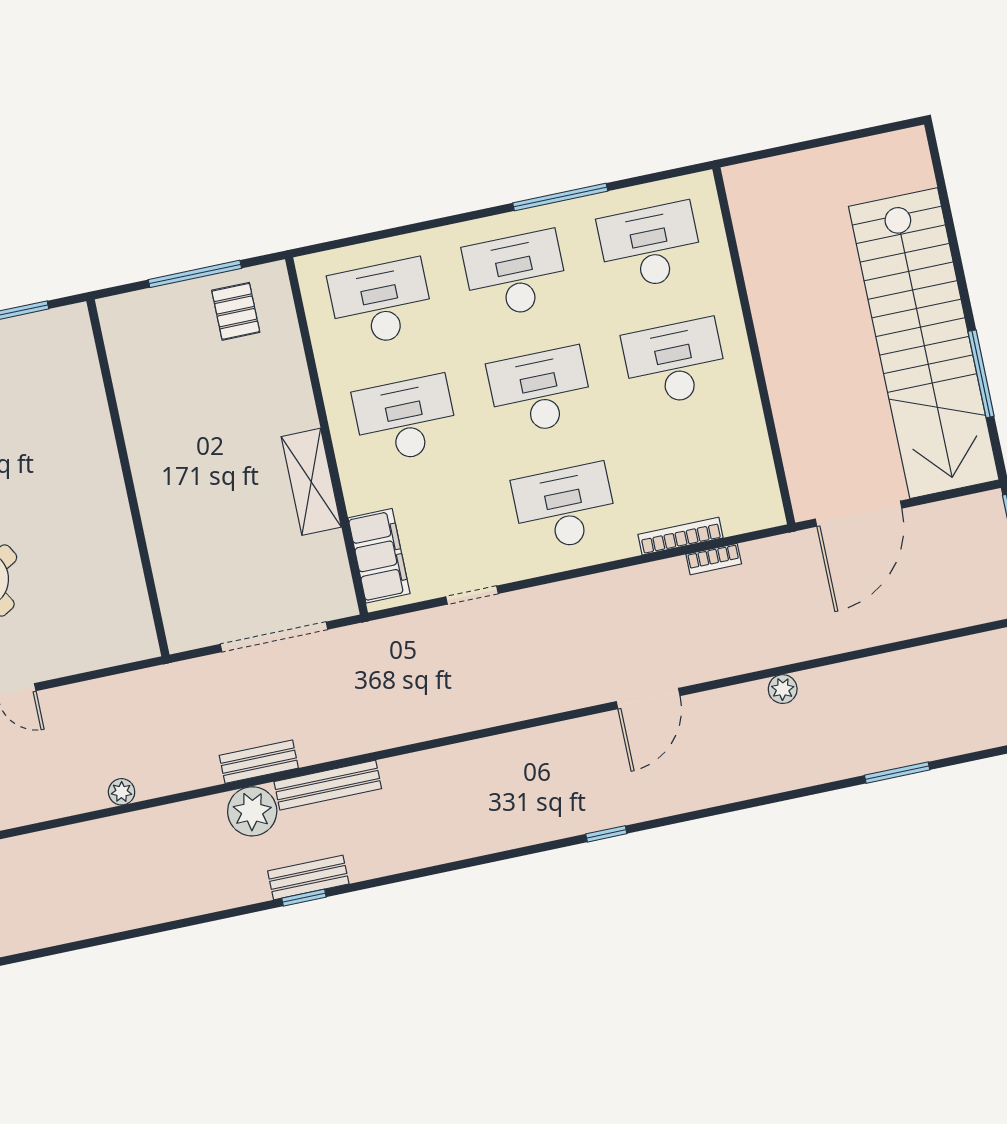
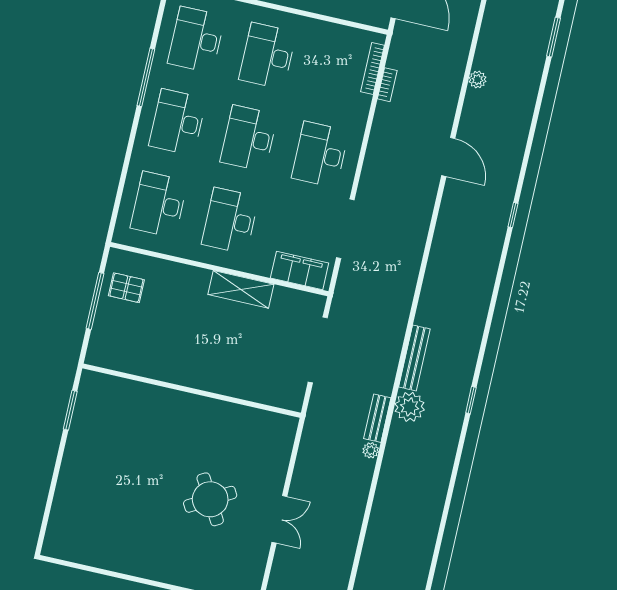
bookcase: (680, 536) -> (372, 68), moved
doorway: (472, 595) -> (345, 229), width x1.88
bench: (259, 762) -> (377, 418), moved
plant: (122, 792) -> (371, 450), moved
bench: (308, 877) -> (461, 393), removed

